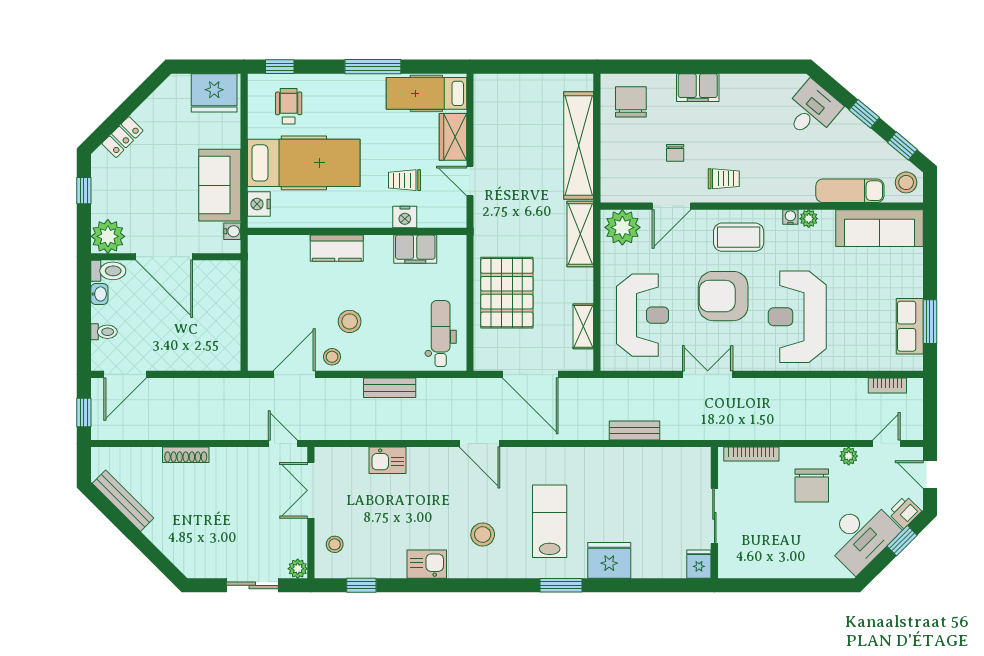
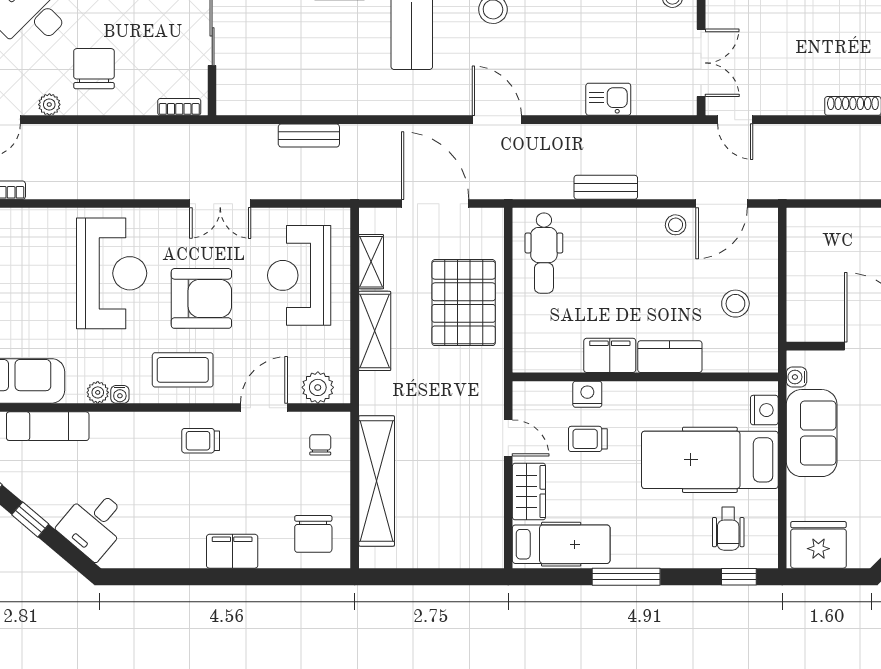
chair: (675, 153) -> (320, 445), moved
trolley: (404, 180) -> (588, 439), turned 180
plant: (622, 227) -> (318, 387), width x0.73, depth x0.73
shelving: (580, 234) -> (375, 331), moved
filing cabinet: (415, 249) -> (610, 355), moved
stool: (350, 321) -> (735, 304), moved
bookcase: (751, 454) -> (179, 107), width x0.64

